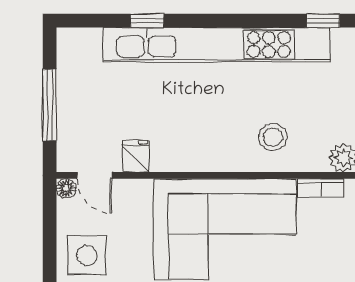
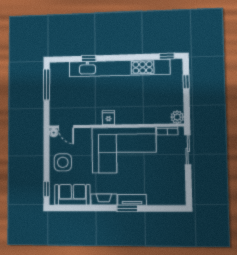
window: (50, 105) -> (47, 85), moved
stool: (273, 137) -> (145, 108), removed
fridge: (136, 156) -> (108, 118), moved

